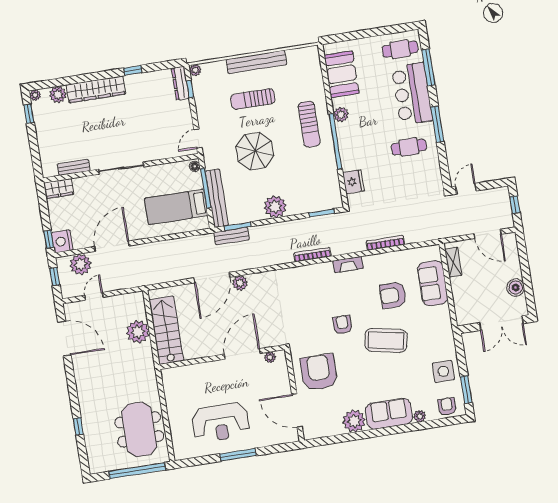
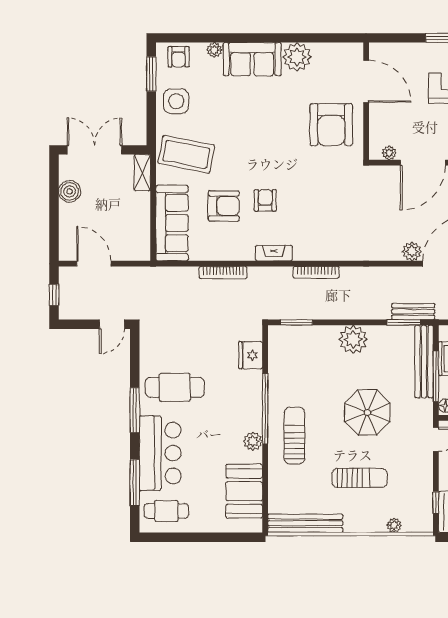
bench: (256, 62) -> (305, 523), moved
plant: (195, 70) -> (394, 525), moved
cafe table: (409, 147) -> (175, 387), width x1.37, depth x1.35
shelving: (453, 262) -> (142, 173), moved
sofa: (433, 283) -> (172, 223), width x1.36
armchair: (342, 325) -> (265, 200), moved, turned 180
coffee table: (386, 340) -> (186, 154), moved

